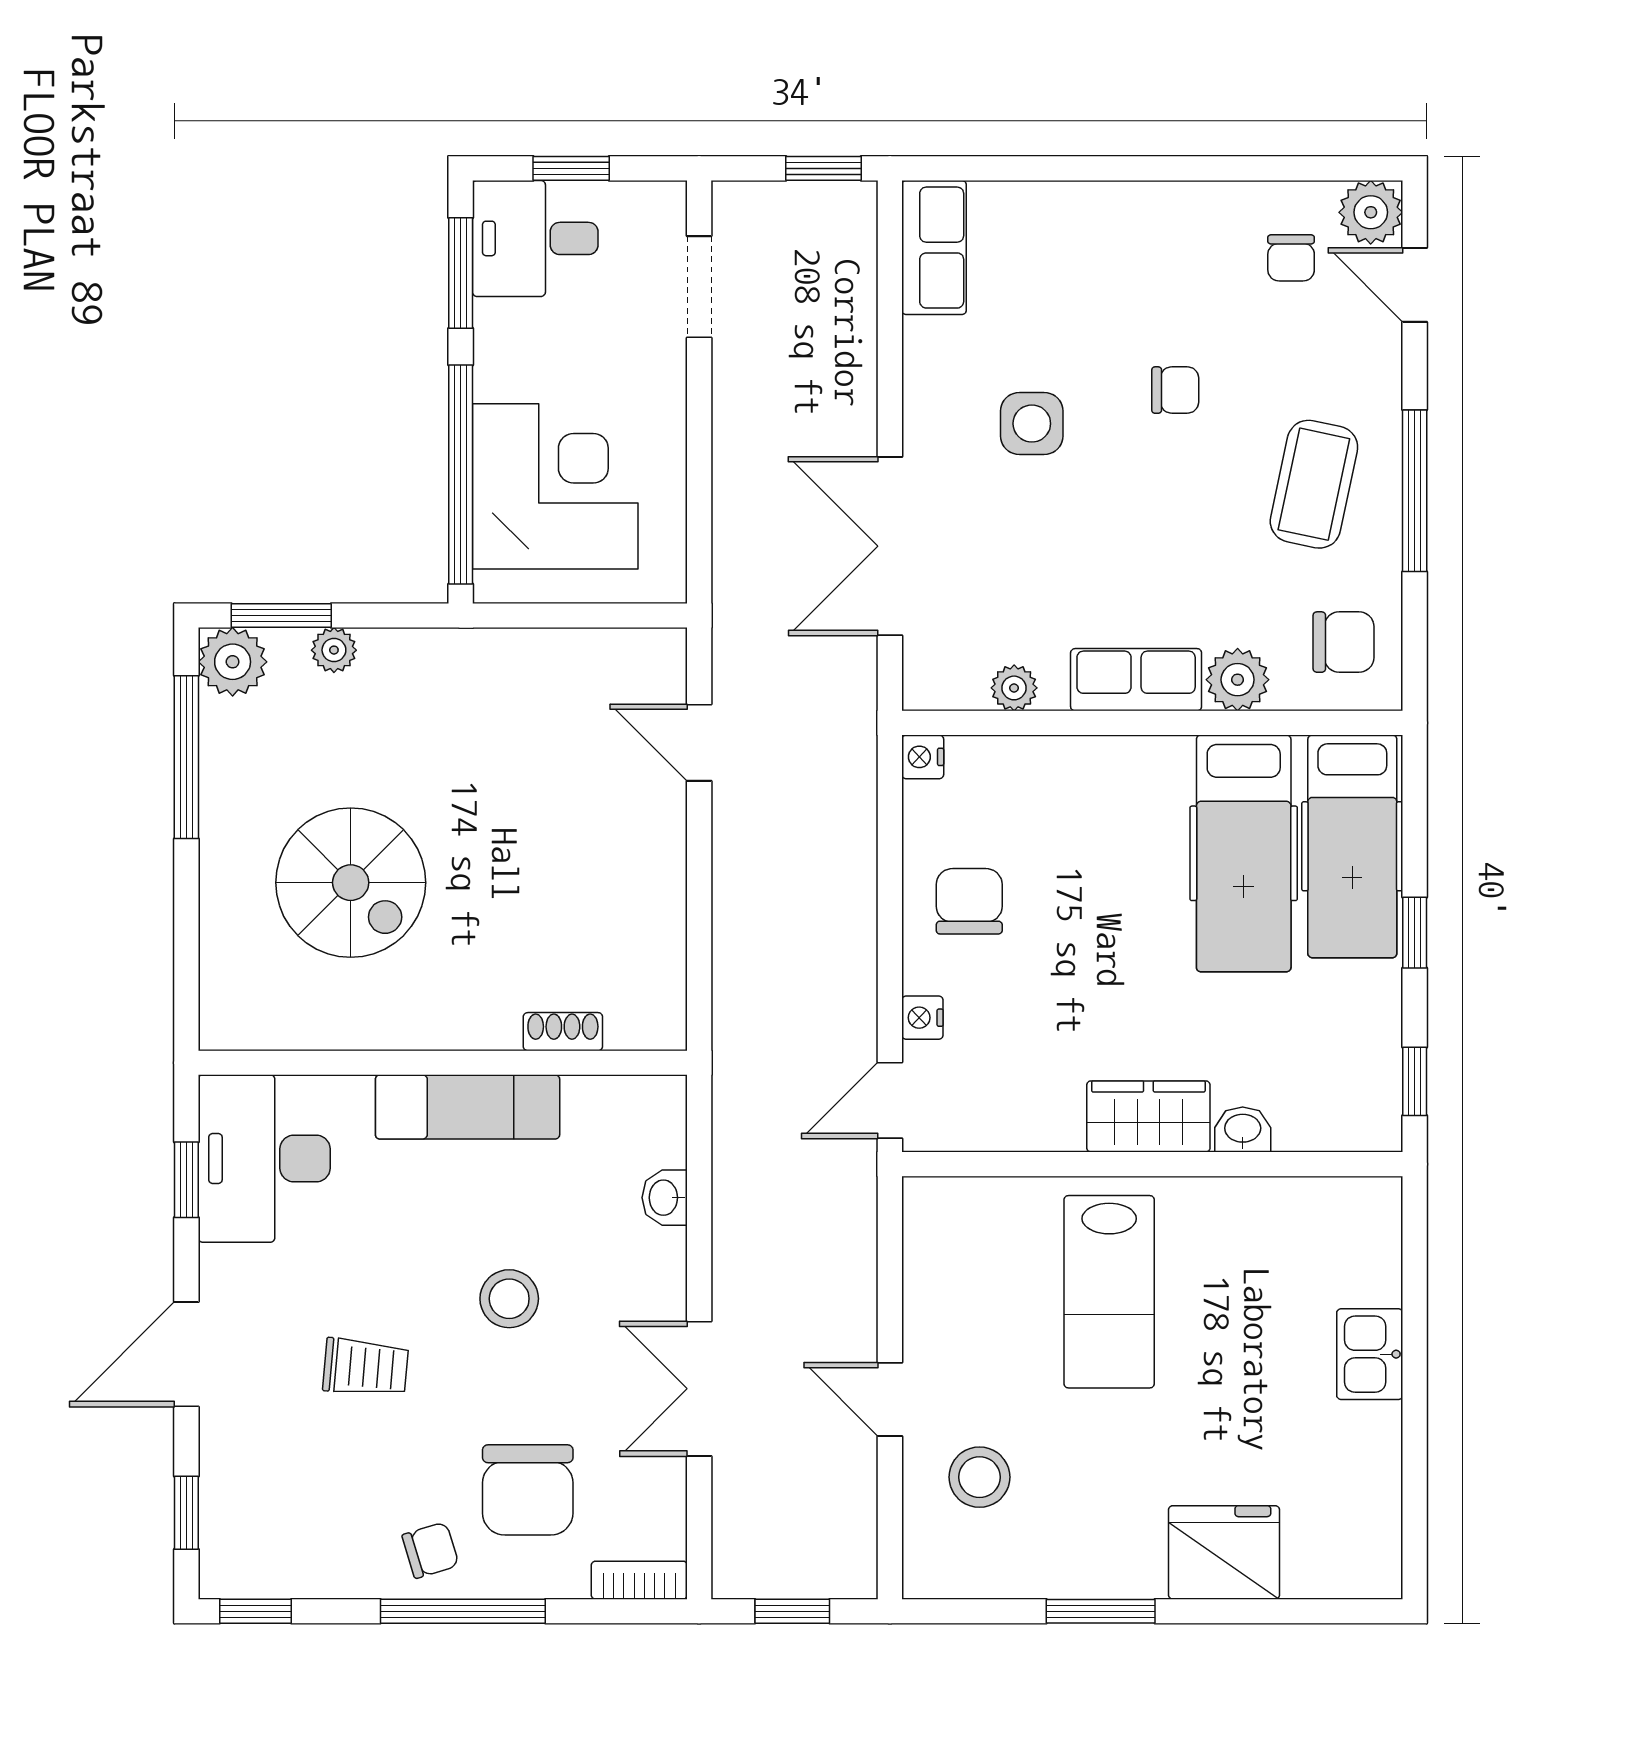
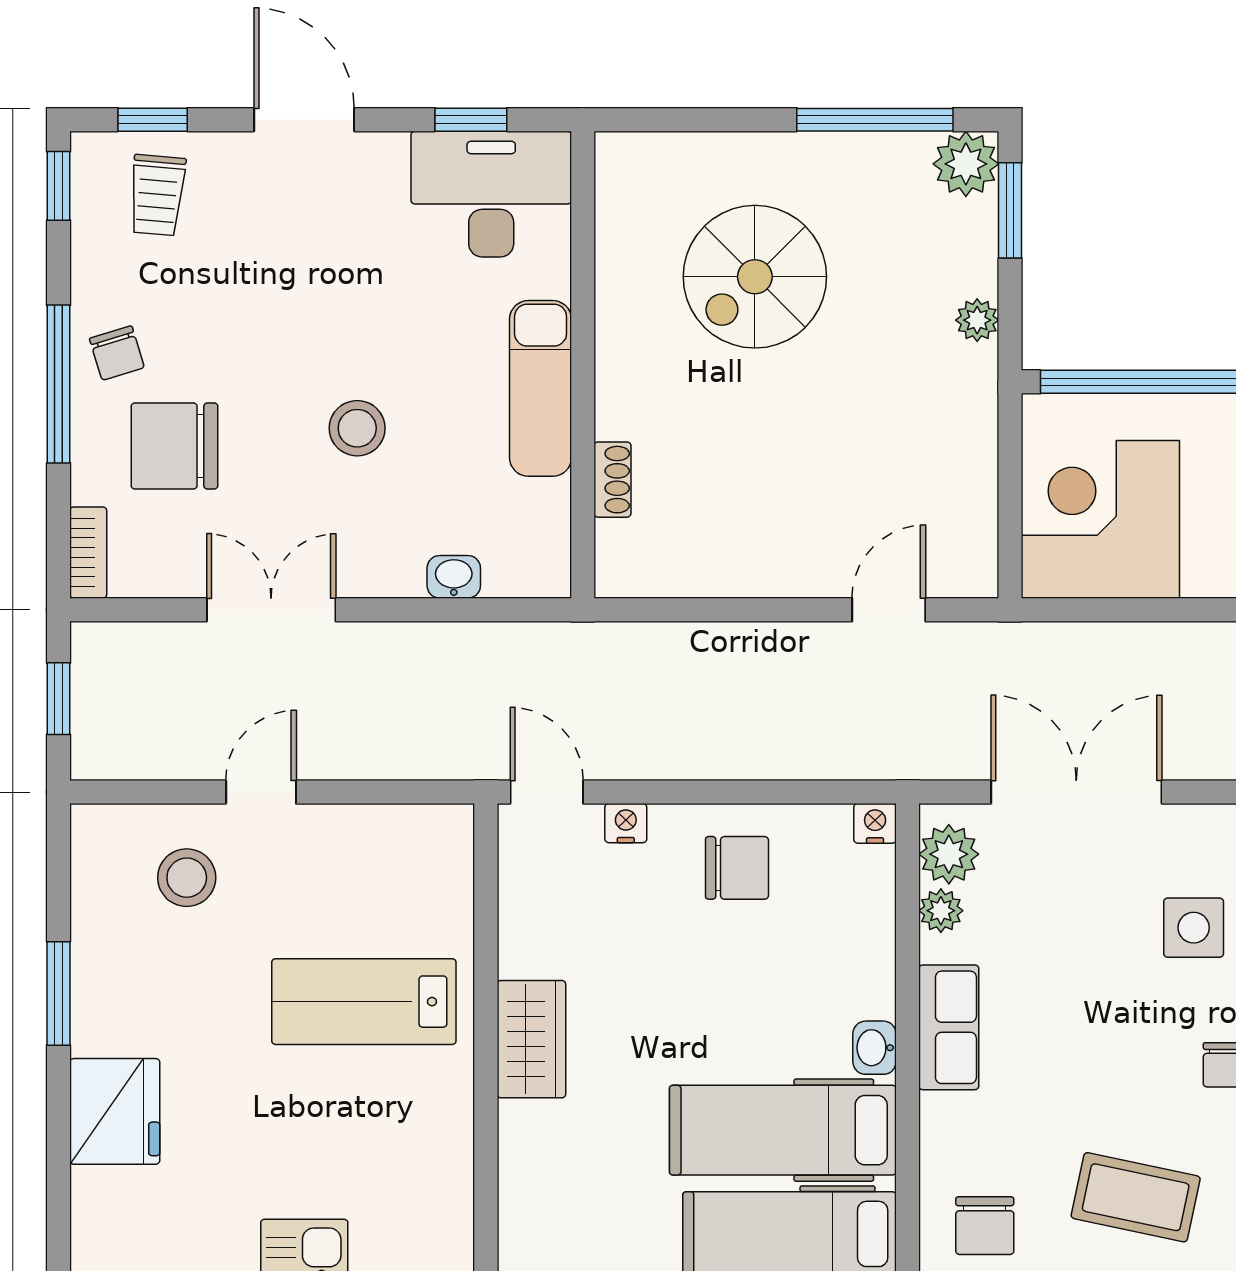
corner desk: (555, 486) -> (1100, 519), moved, turned 180
plant: (334, 650) -> (977, 320), moved
plant: (1238, 680) -> (949, 854), moved
washbasin: (1243, 1130) -> (875, 1048), moved, turned 180
trolley: (366, 1367) -> (157, 195), moved

